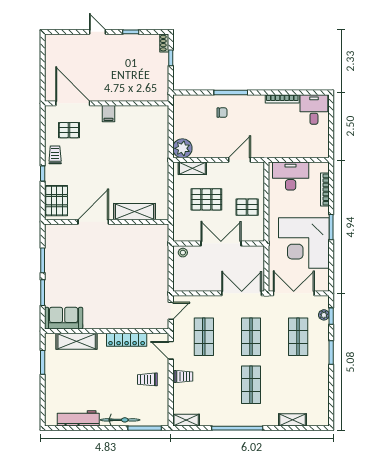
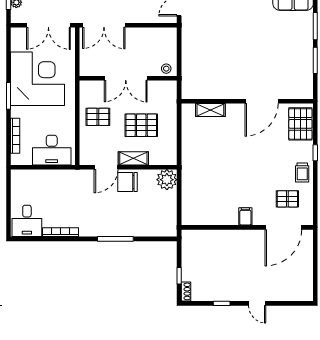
door: (73, 103) -> (283, 227), hinge flipped
chair: (222, 113) -> (128, 182), moved, width x1.87, depth x1.87
shelving: (192, 168) -> (133, 158), moved
shelving: (134, 212) -> (210, 110), width x0.67, depth x0.75

